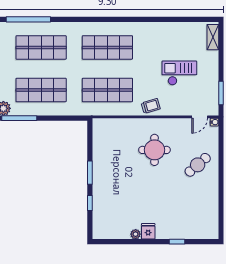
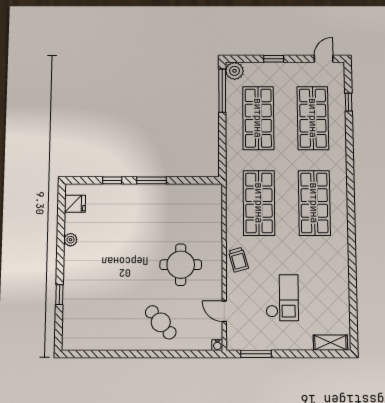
window: (28, 19) -> (349, 102), width x0.32
door: (200, 117) -> (224, 311), moved
fridge: (148, 231) -> (75, 204), moved

